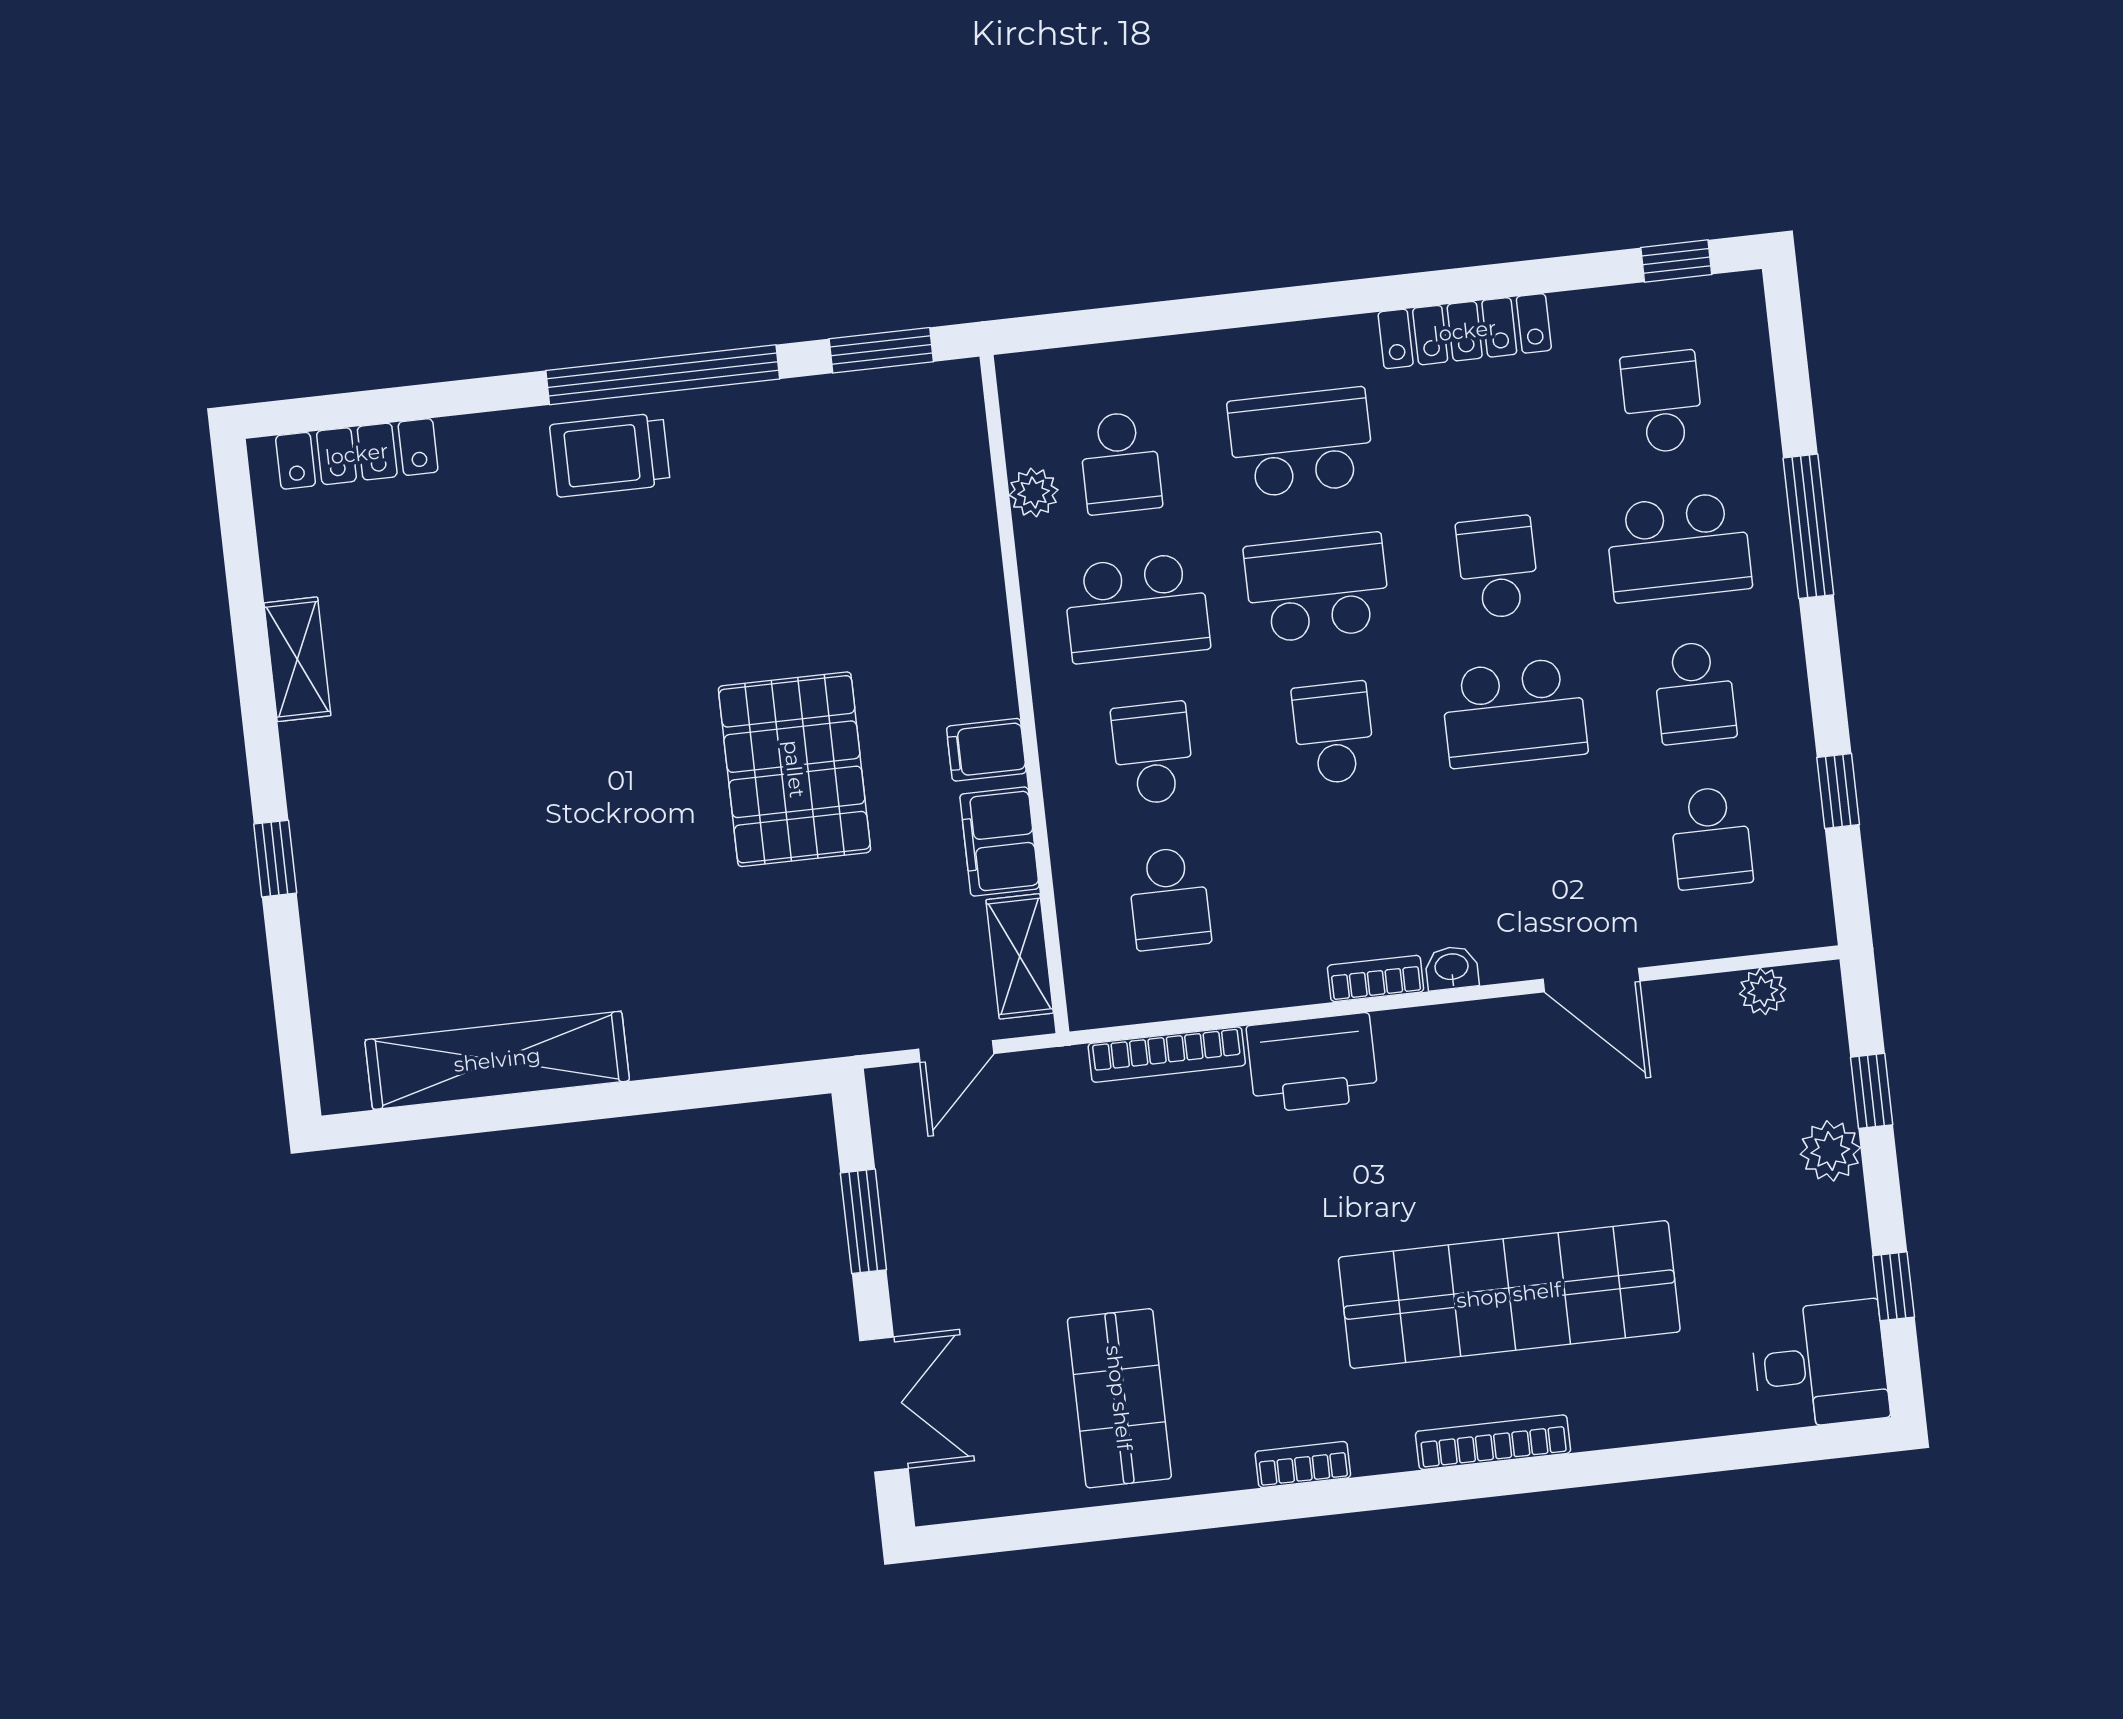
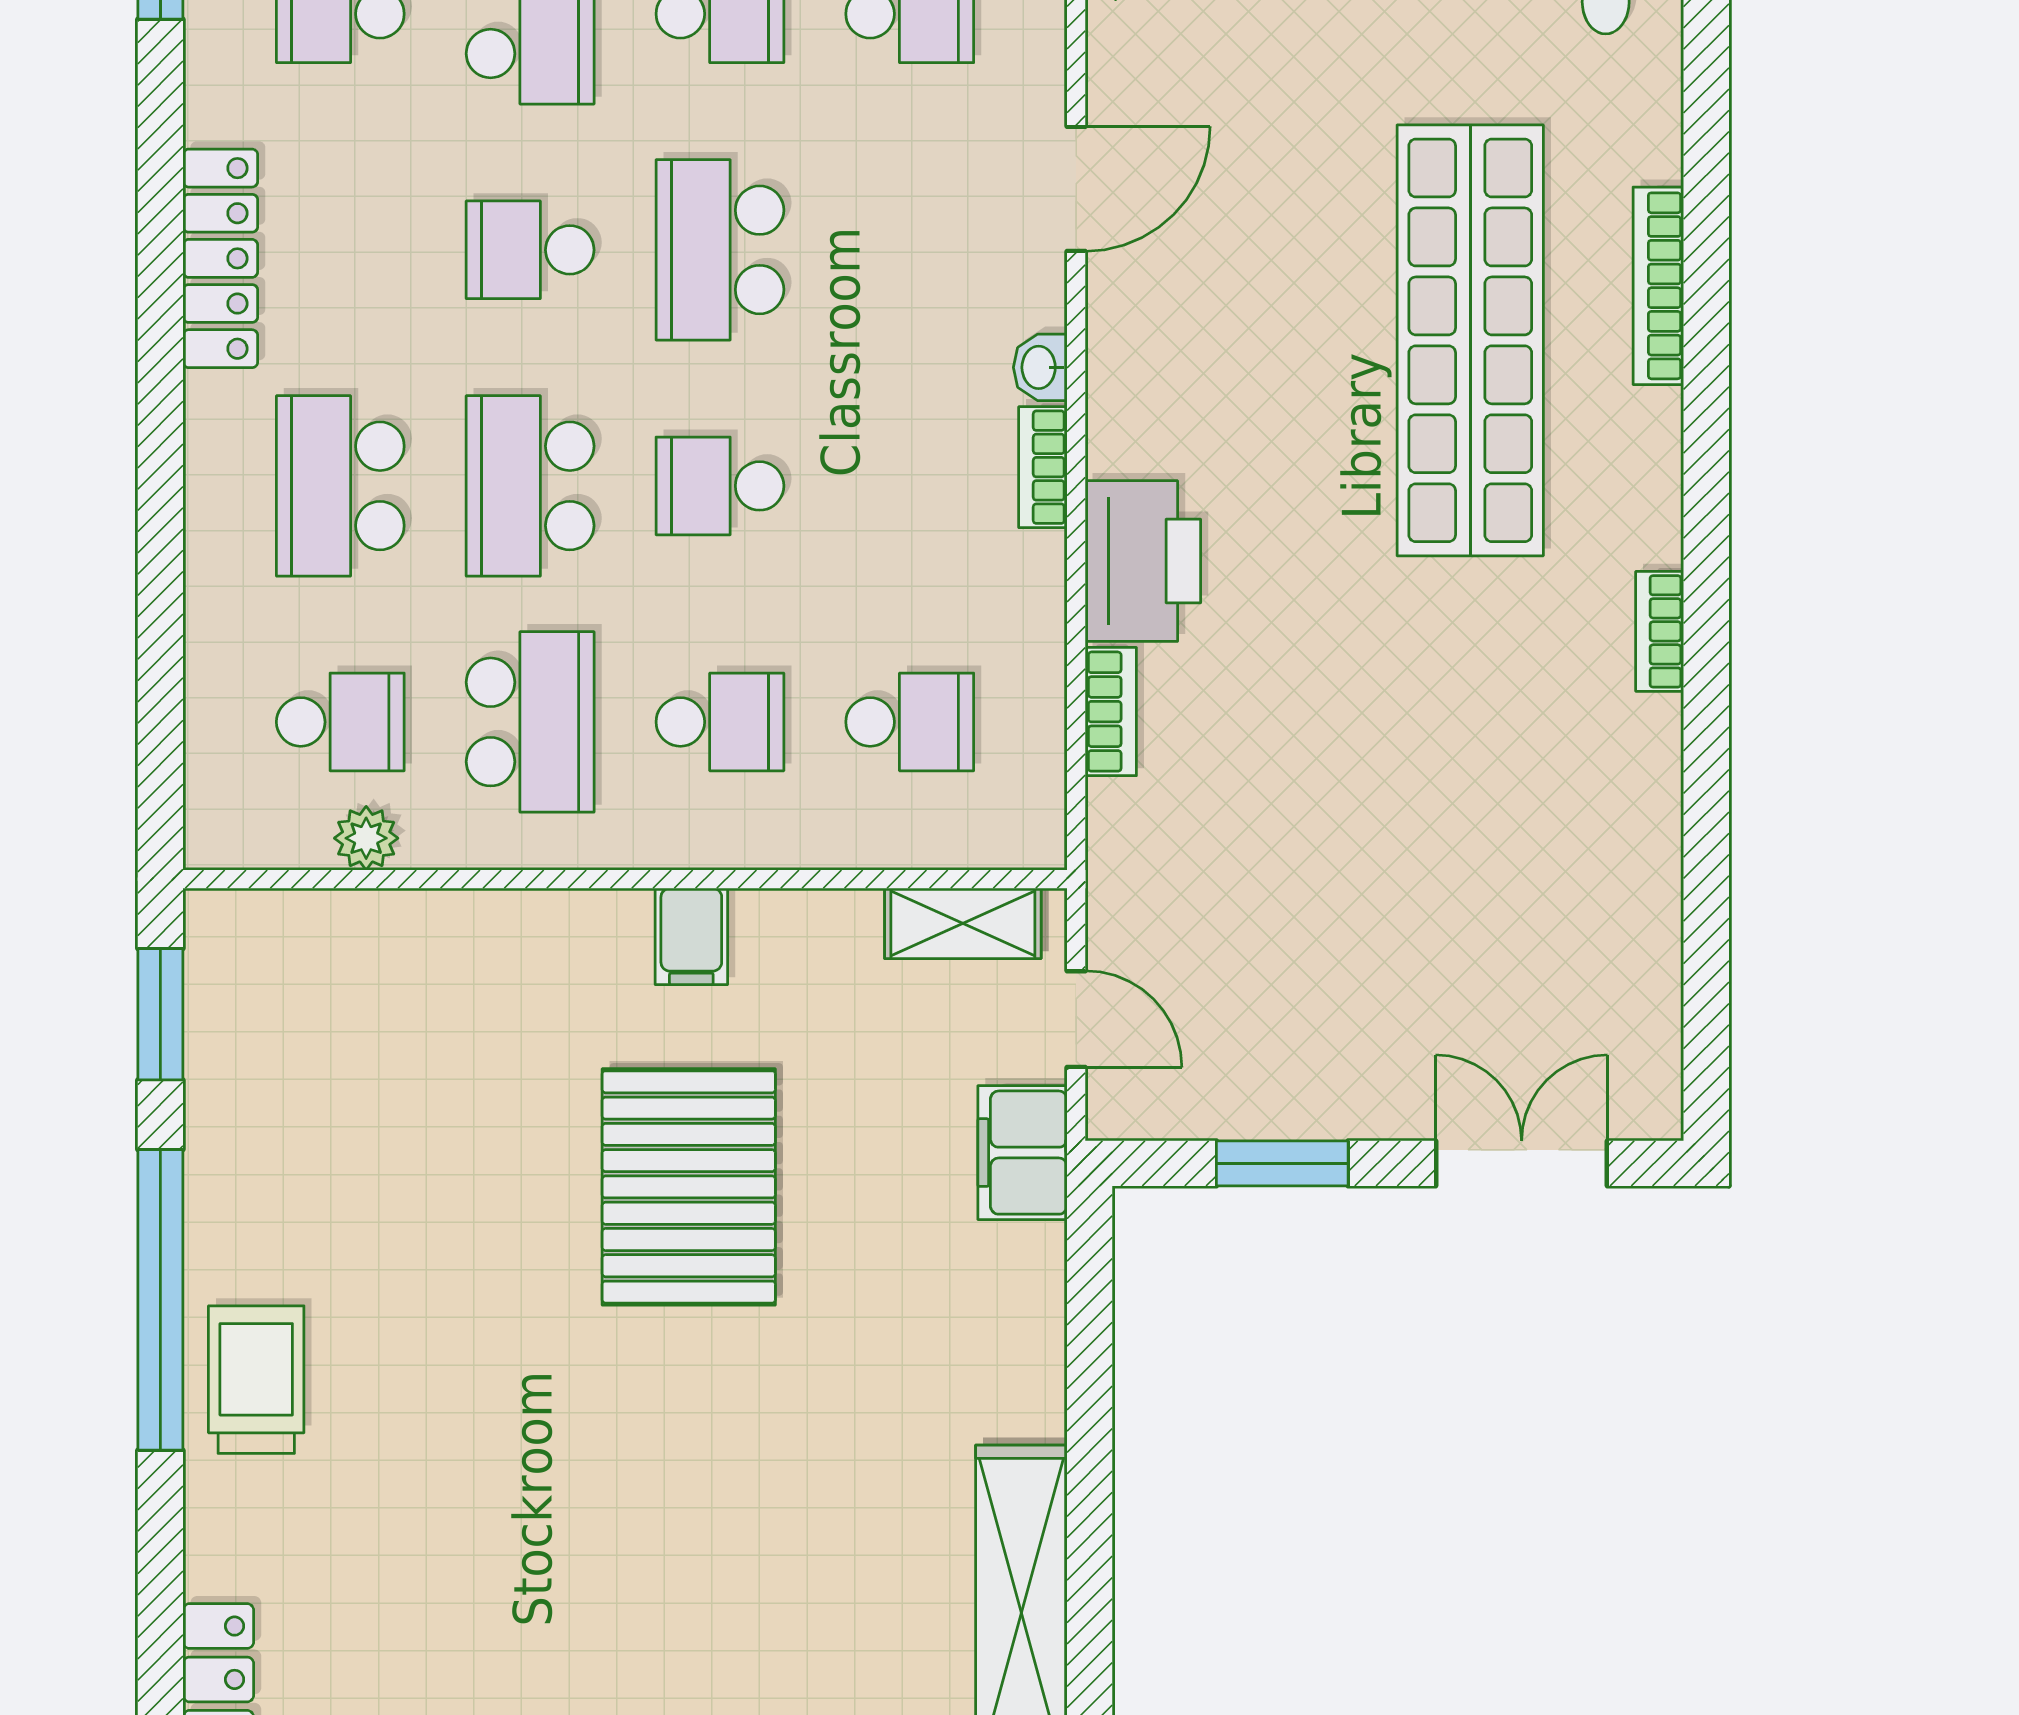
trolley: (610, 455) -> (256, 1380), turned 180
school desk: (1514, 713) -> (720, 250), turned 180
school desk: (1153, 753) -> (720, 722), turned 180
pallet: (794, 769) -> (689, 1187), turned 90
filing cabinet: (999, 841) -> (1022, 1153), moved, turned 90
bookcase: (1167, 1055) -> (1111, 712), width x0.64
shop shelf: (1119, 1398) -> (1548, 859), removed
bookcase: (1493, 1442) -> (1658, 286), moved

